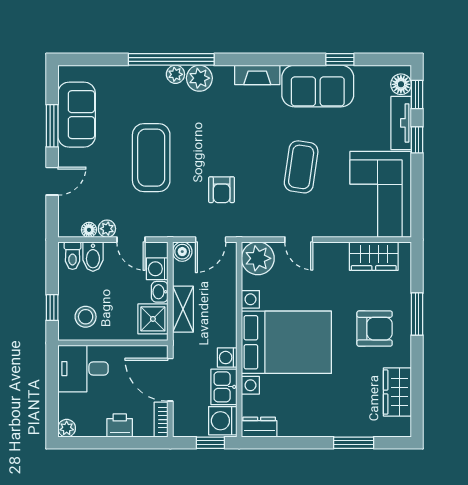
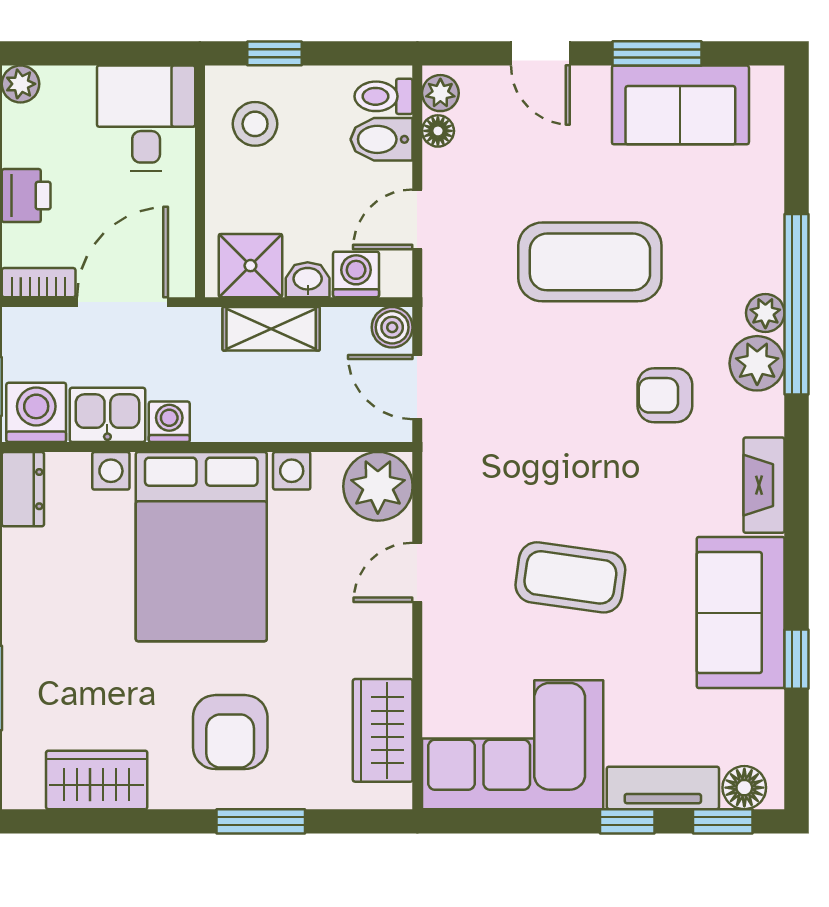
armchair: (222, 190) -> (665, 395), moved
plant: (107, 229) -> (440, 93), moved

